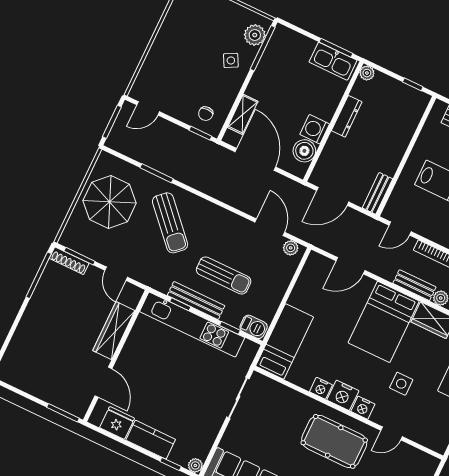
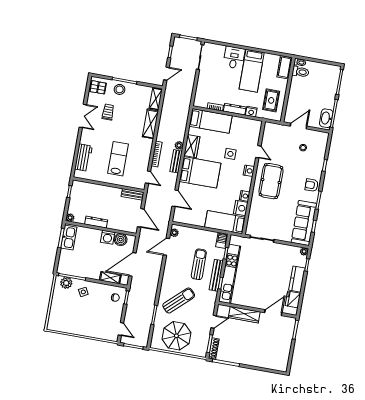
nightstand: (343, 395) -> (241, 208), moved

